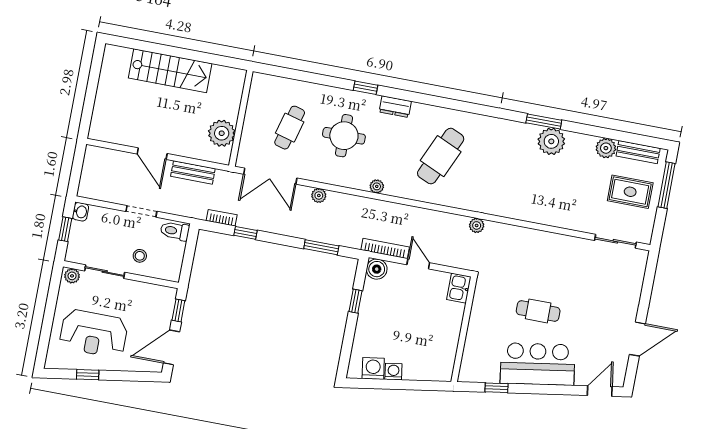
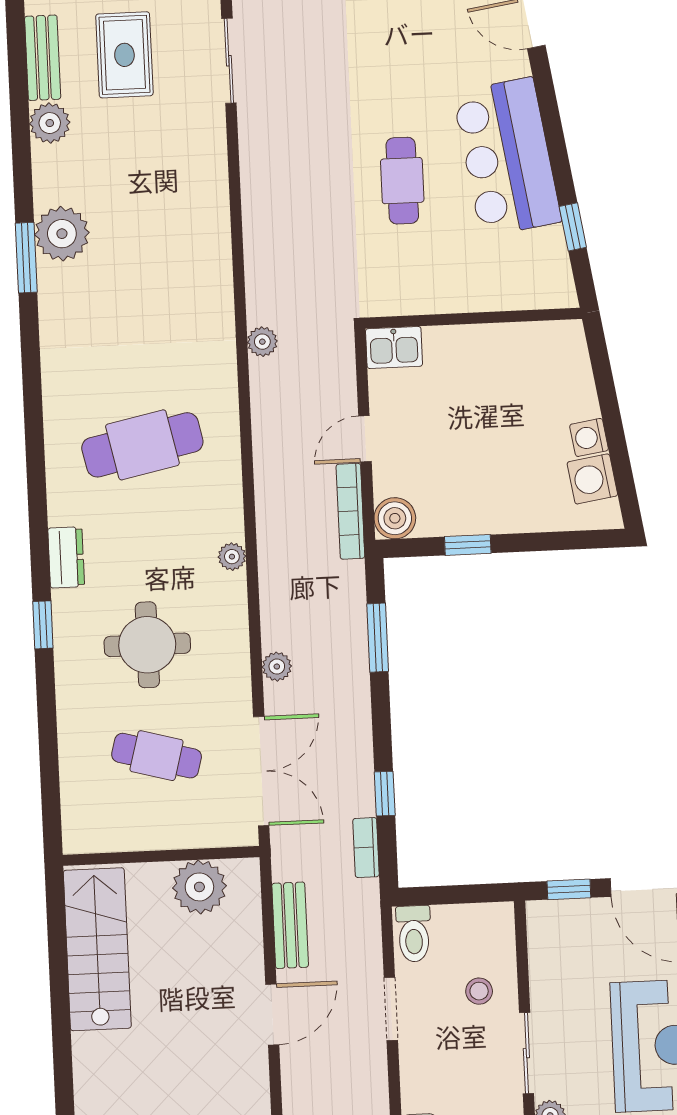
stairs: (170, 71) -> (97, 949), moved
cafe table: (441, 156) -> (142, 445), turned -36

